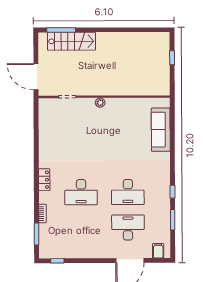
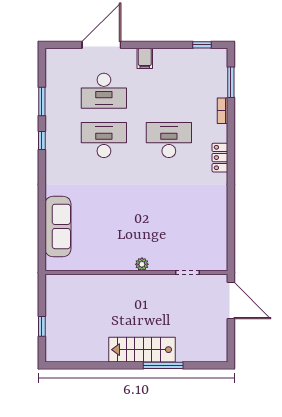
window: (61, 30) -> (163, 365), moved
stairs: (72, 41) -> (142, 350), moved
filing cabinet: (158, 251) -> (145, 58), moved

